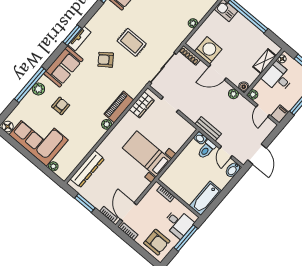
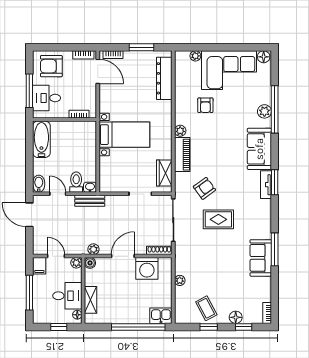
armchair: (106, 60) -> (204, 188), moved
armchair: (61, 106) -> (205, 105), moved

